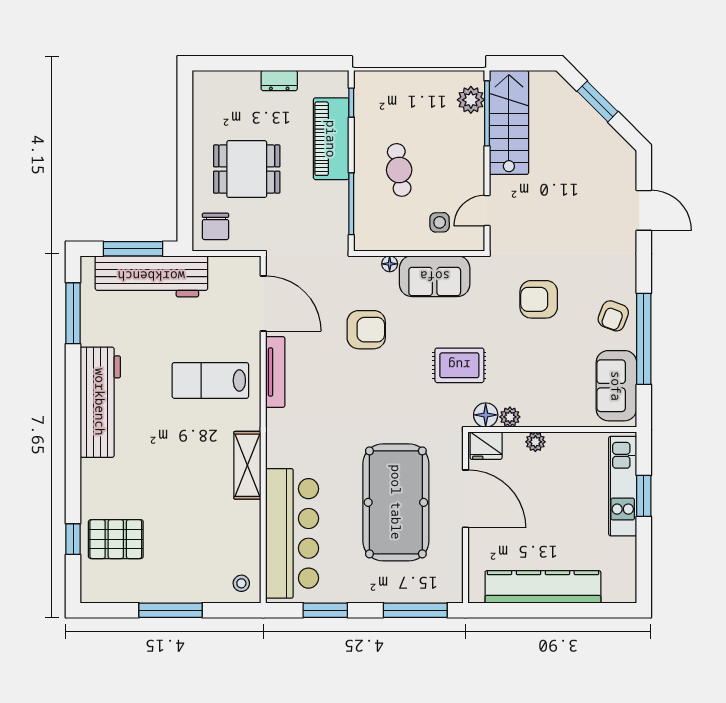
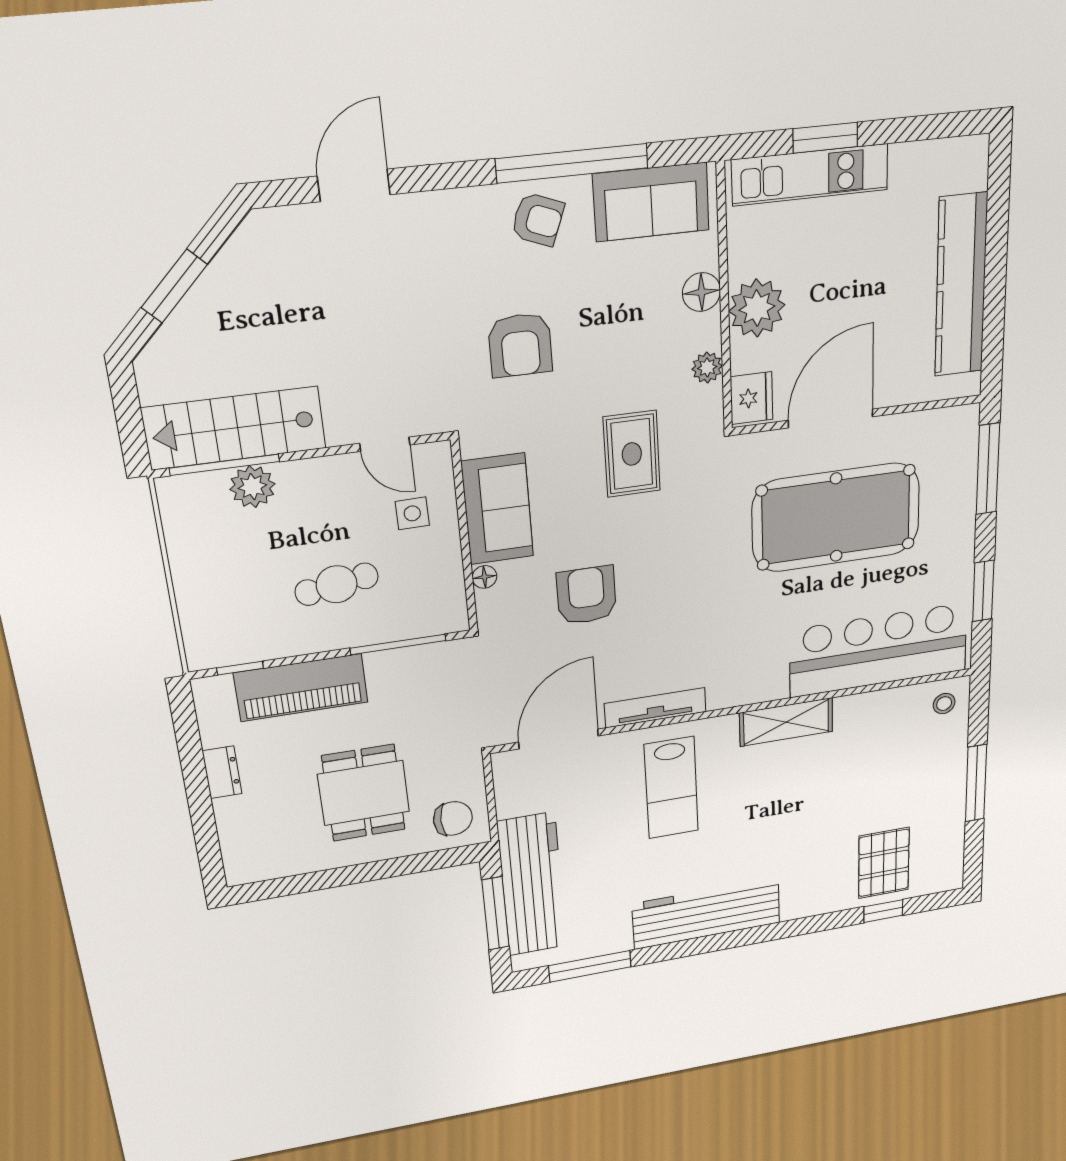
plant: (471, 100) -> (252, 487), moved
floor lamp: (486, 415) -> (701, 292), moved
plant: (535, 442) -> (757, 308), width x1.88, depth x1.88

